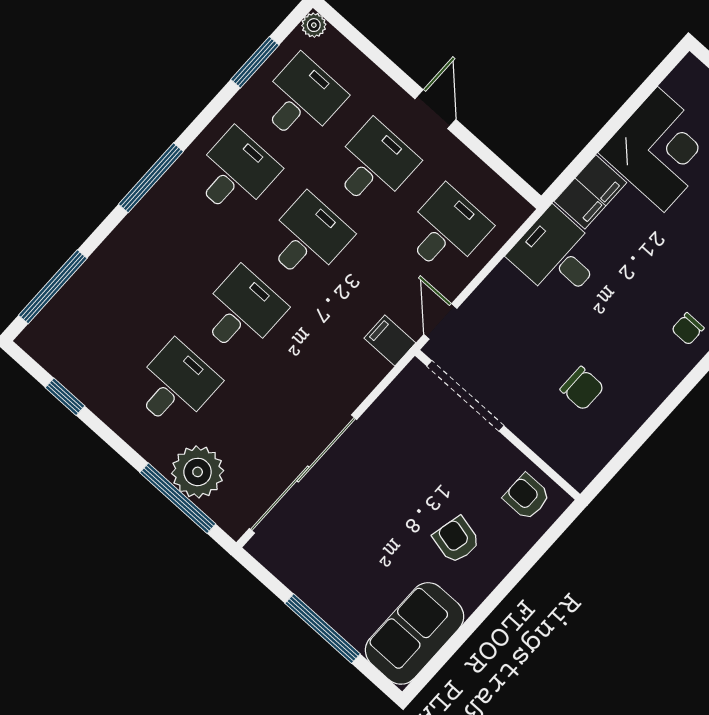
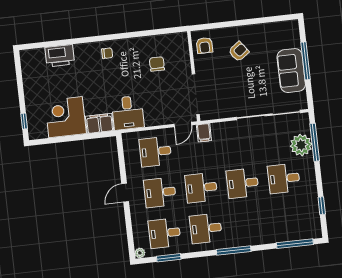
armchair: (456, 540) -> (239, 52), turned -140
sofa: (415, 633) -> (291, 71), moved, turned 90

